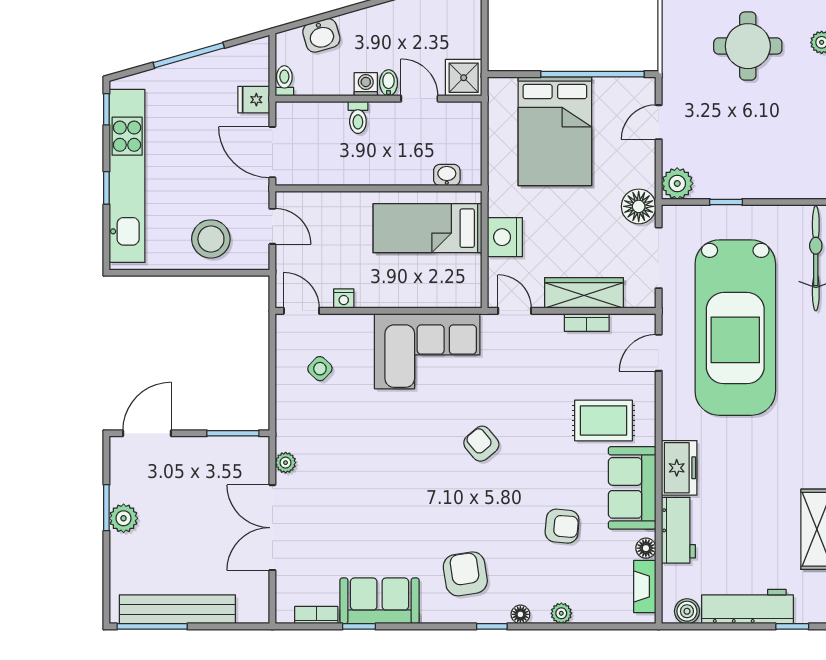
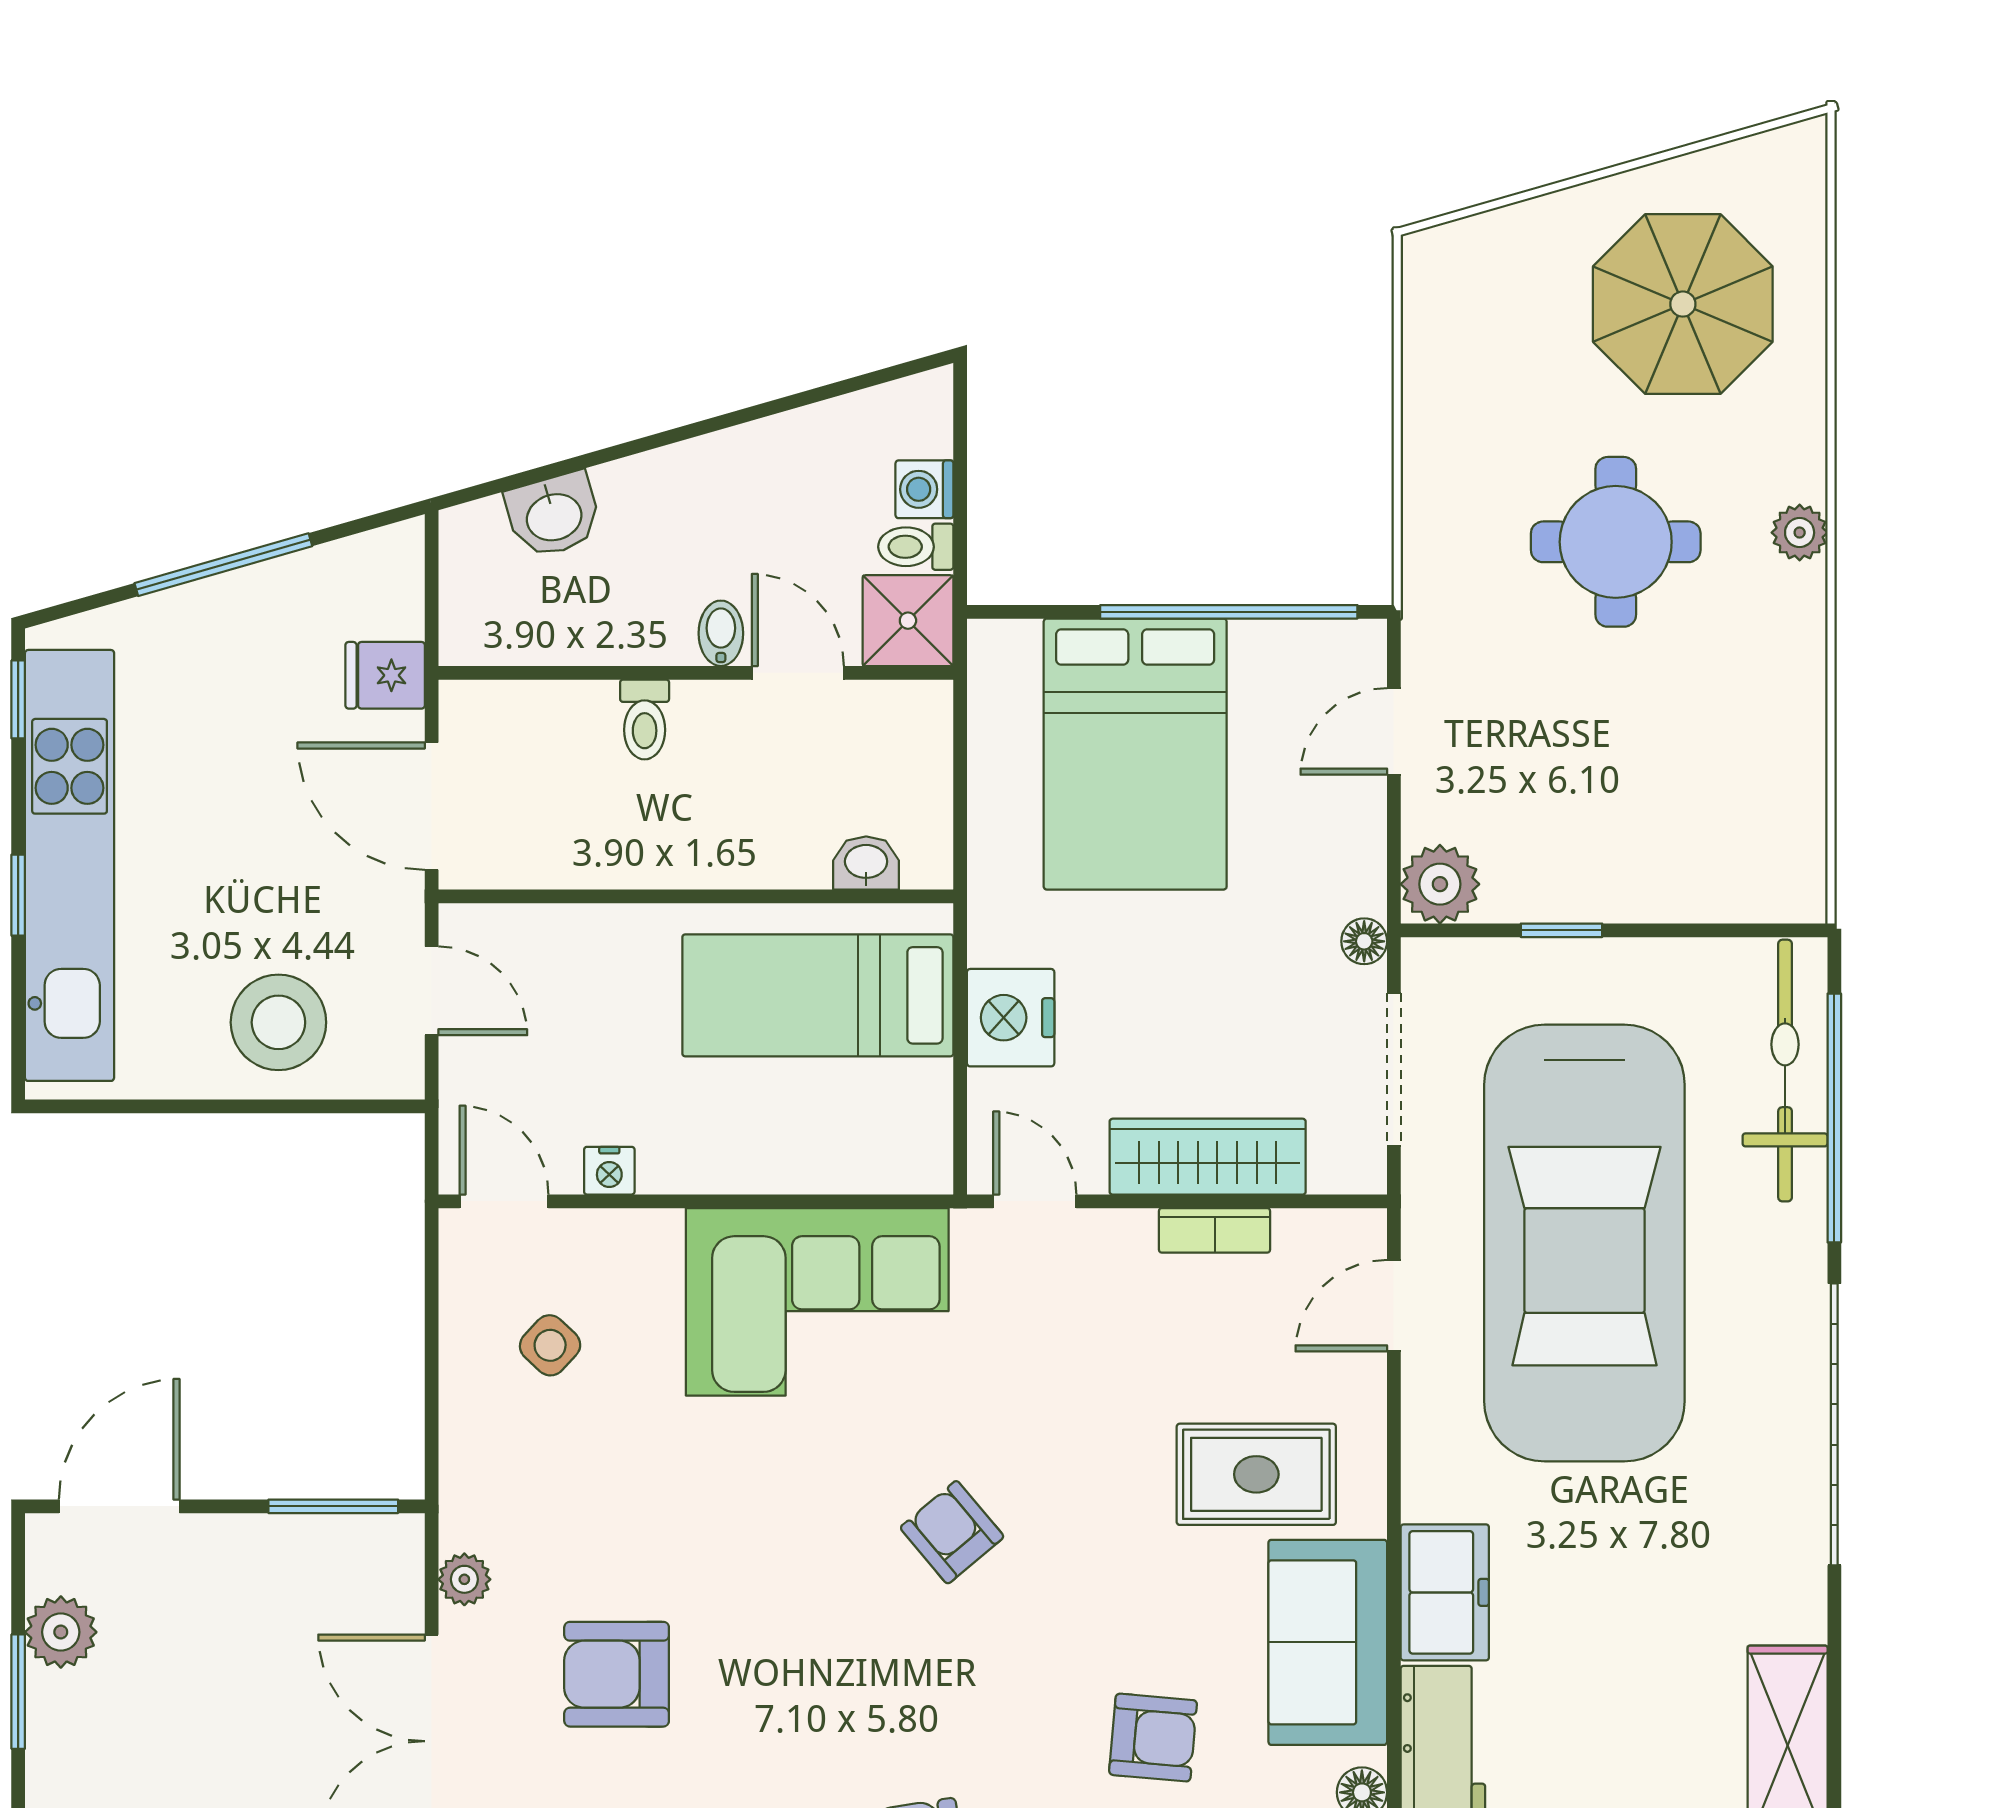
toilet: (284, 81) -> (916, 547), moved, turned -90
washing machine: (366, 84) -> (924, 489), moved, turned -90
floor lamp: (639, 206) -> (1364, 941), width x0.53, depth x0.53
armchair: (347, 501) -> (617, 1674), added
plant: (124, 518) -> (61, 1632), moved

